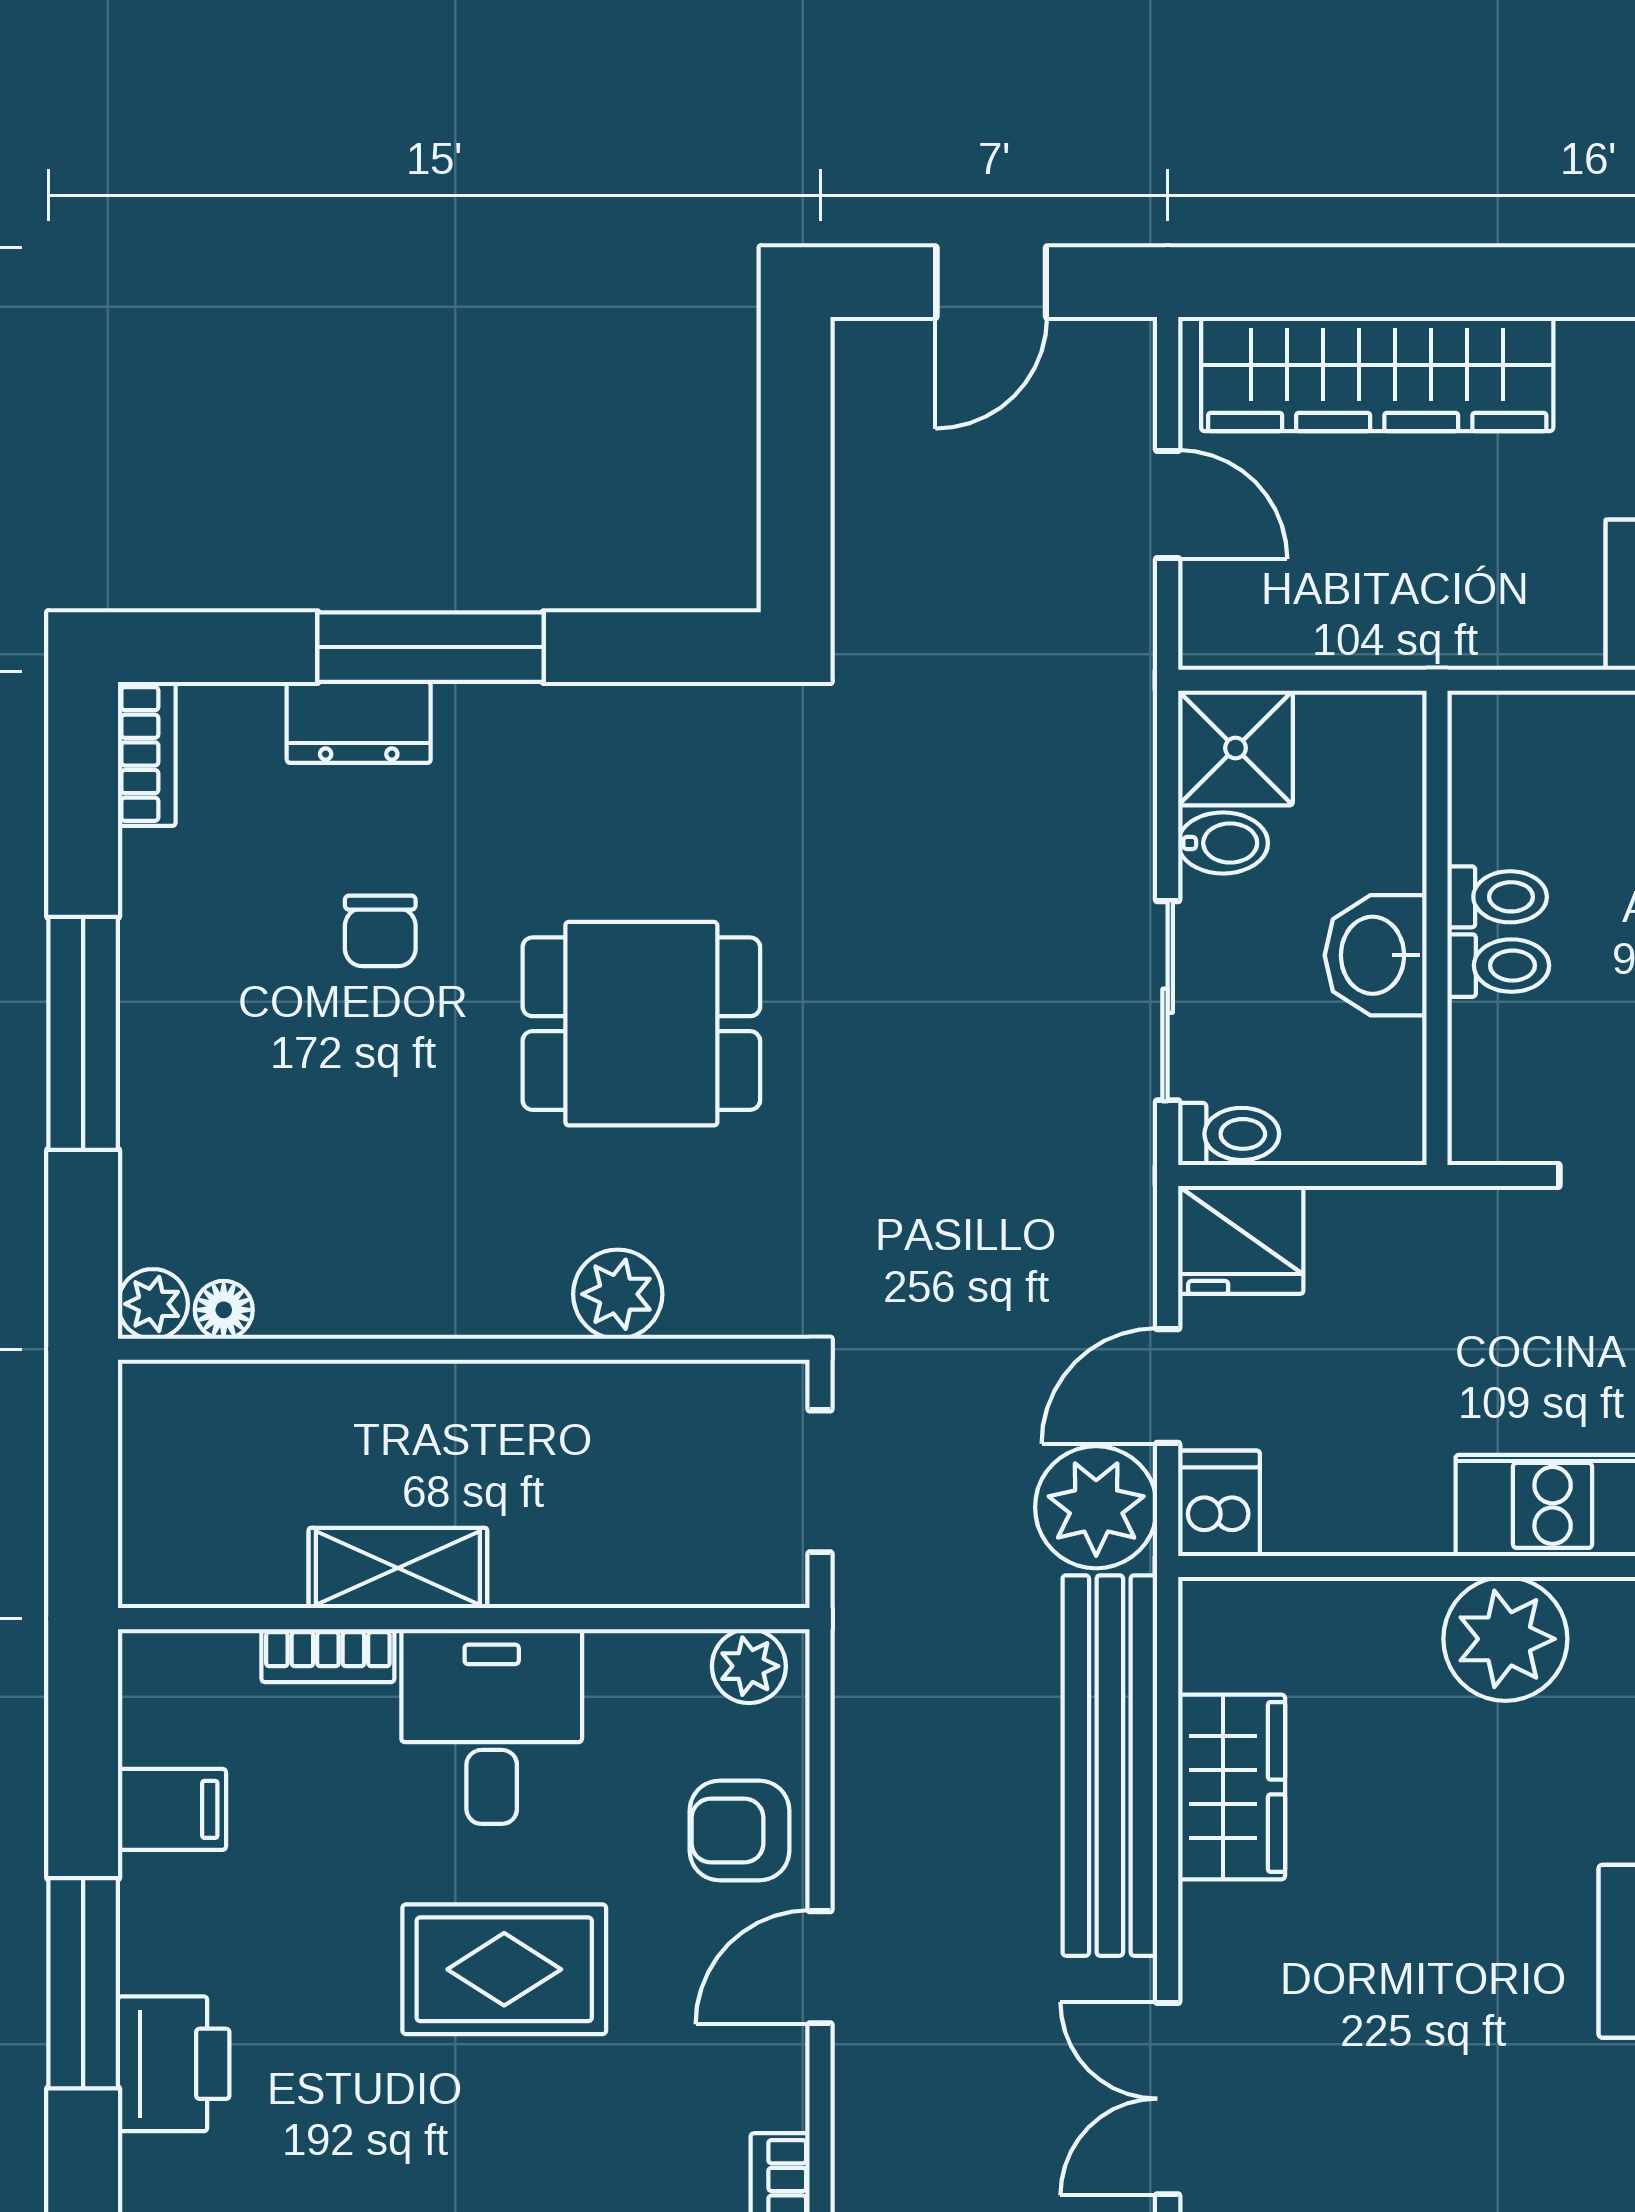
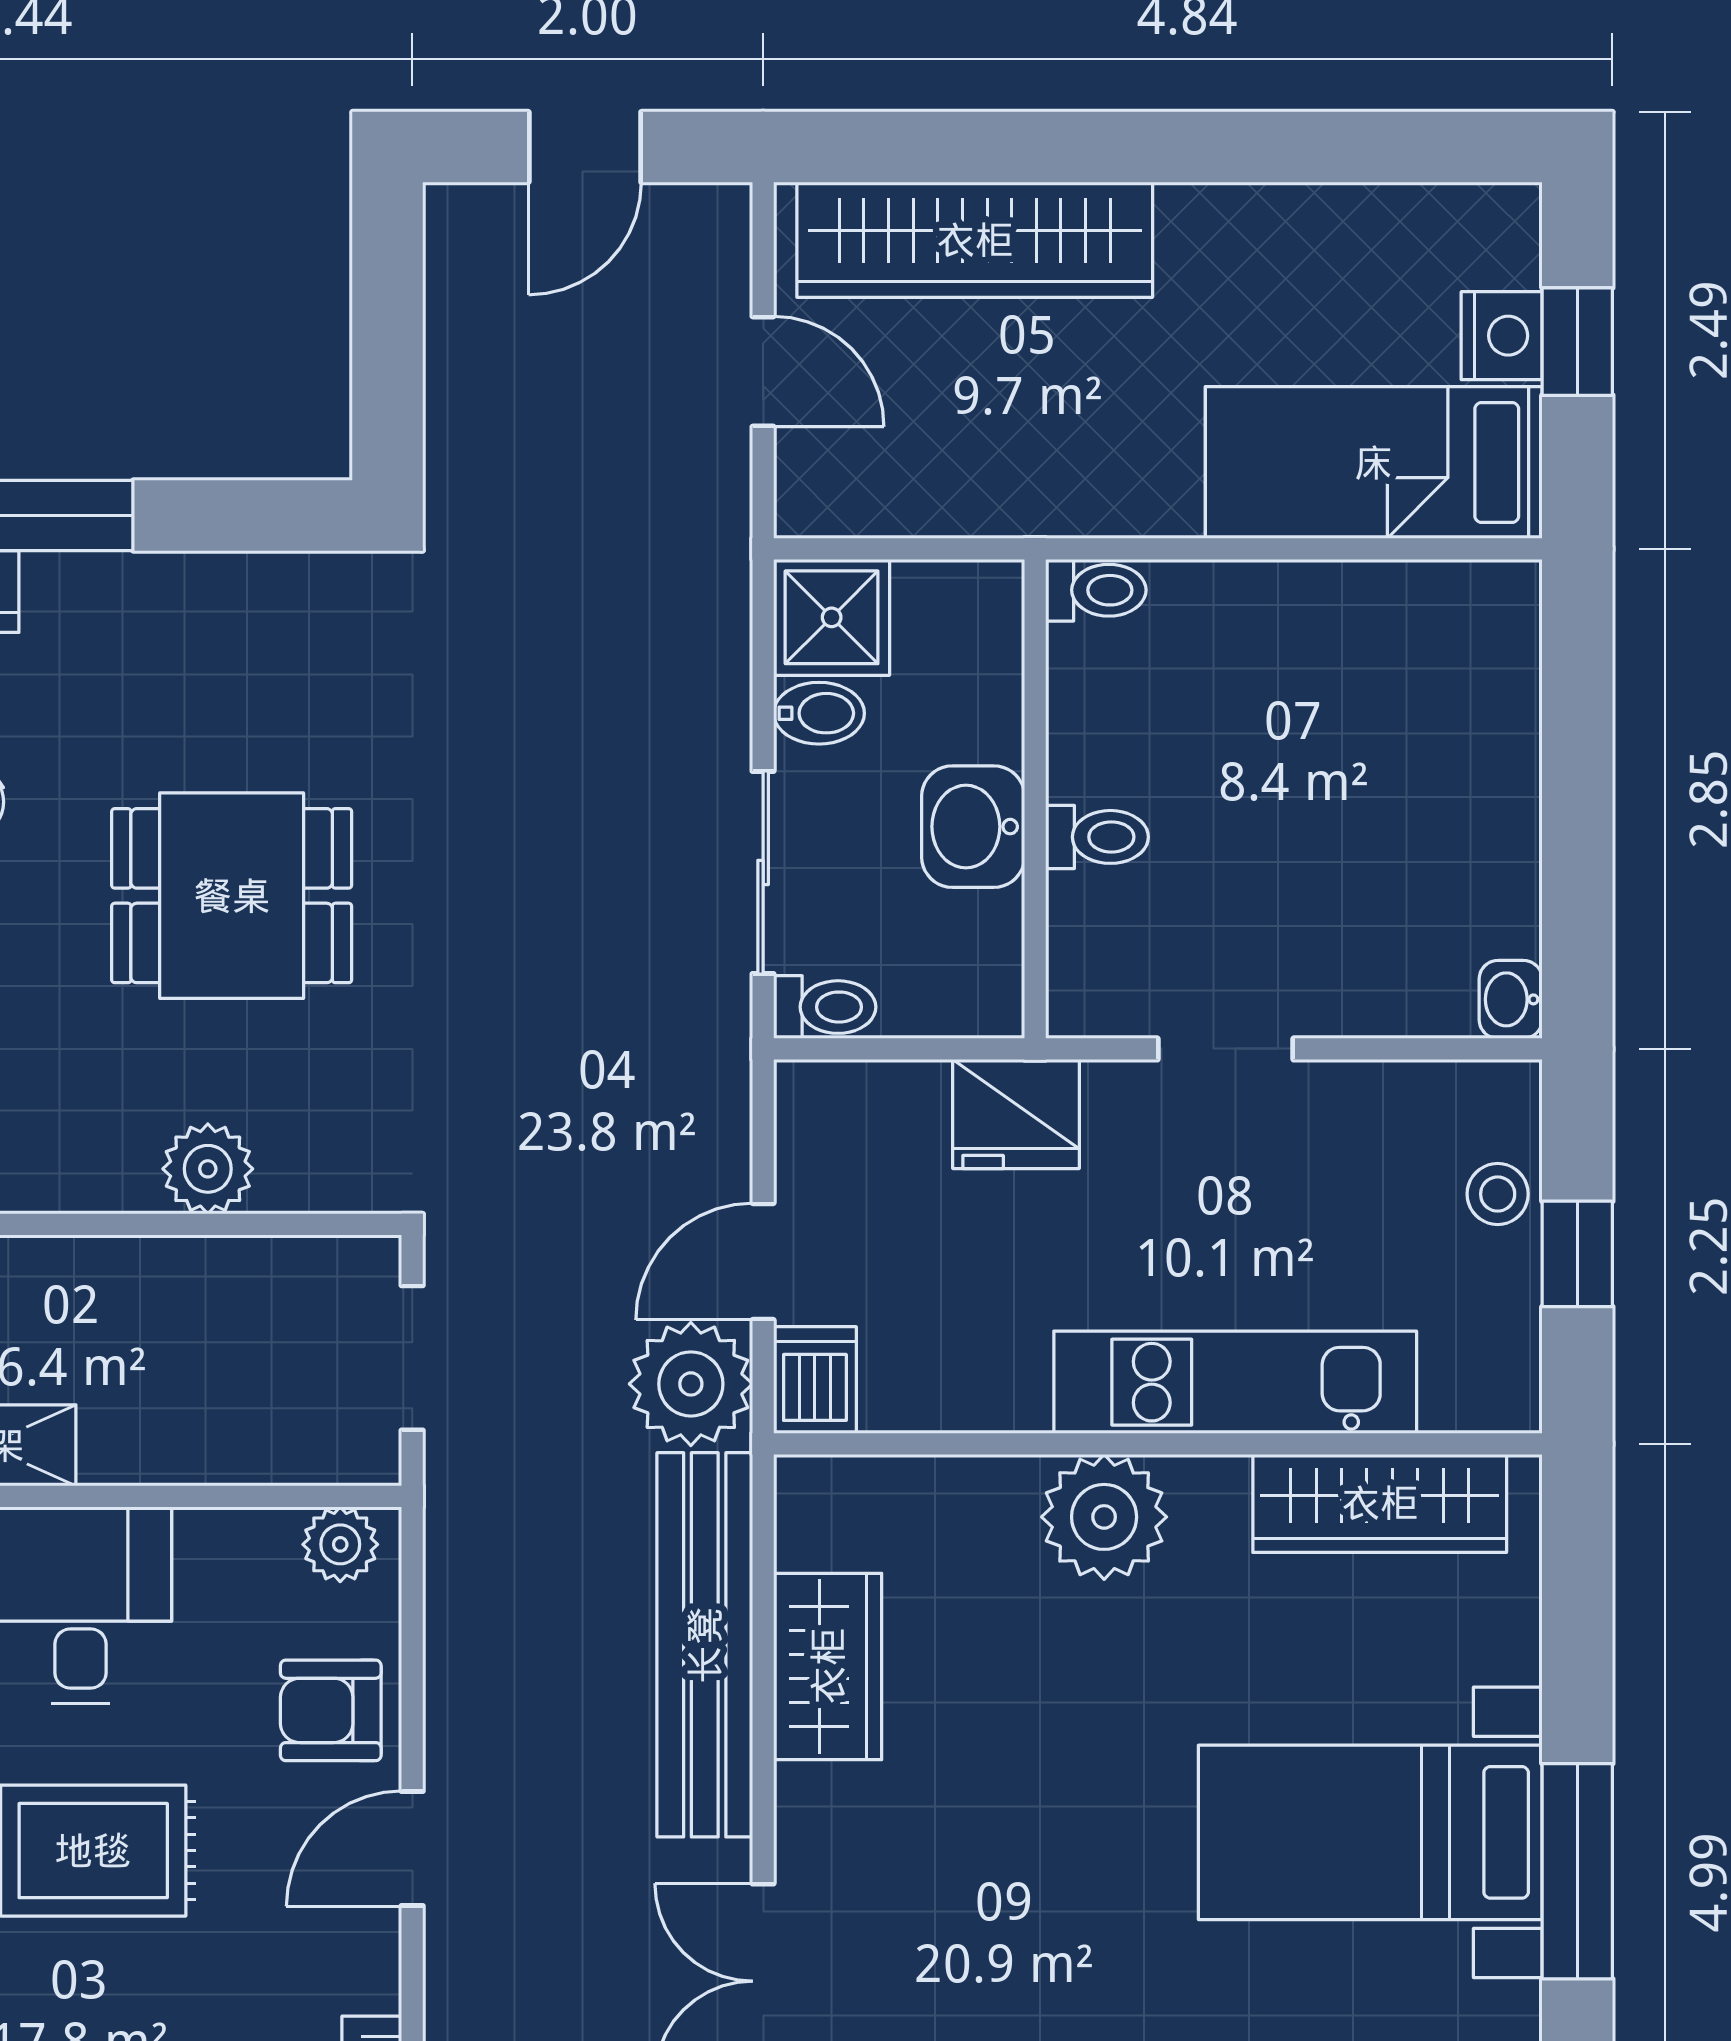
toilet: (1497, 897) -> (1096, 590), moved
fridge: (1241, 1240) -> (1016, 1114), moved

